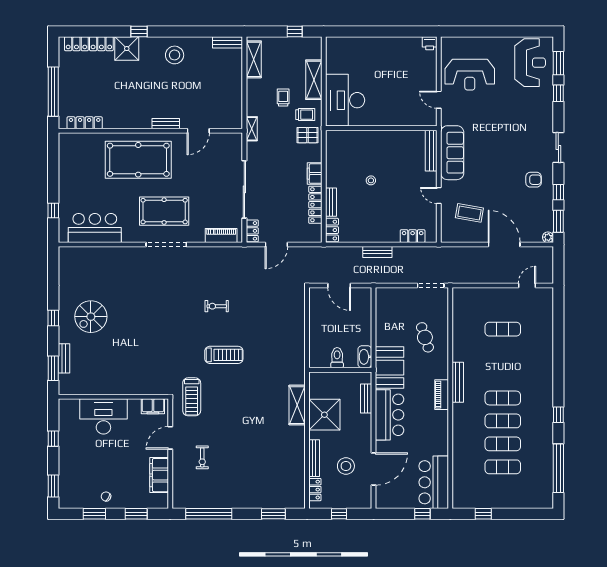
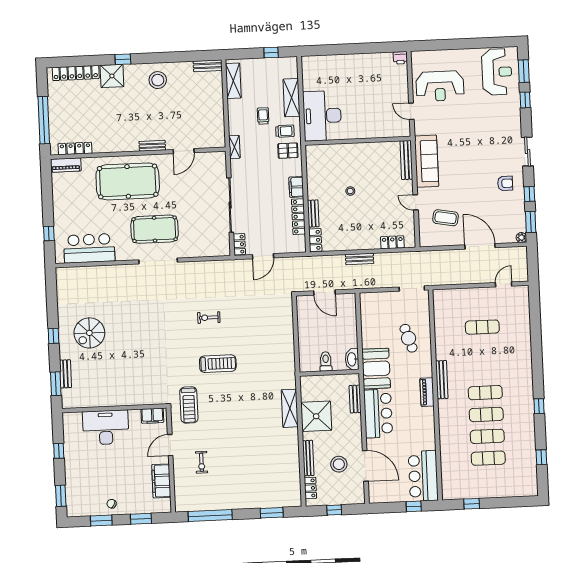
piano: (221, 236) -> (66, 165), moved, turned 180
window: (558, 468) -> (541, 457), width x0.32
door: (374, 469) -> (365, 466), hinge flipped

